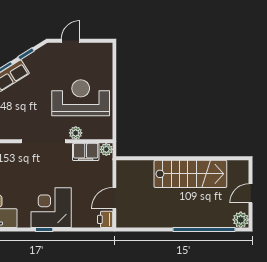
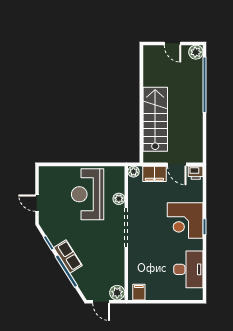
filing cabinet: (86, 152) -> (154, 174), moved, turned 90
stairs: (190, 174) -> (155, 119), moved

